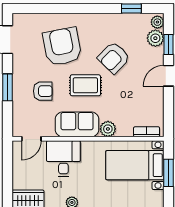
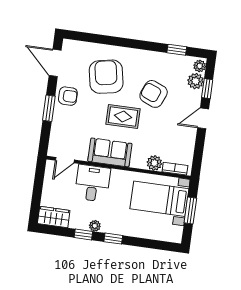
armchair: (114, 58) -> (154, 94), turned 68
armchair: (43, 91) -> (68, 96), moved
plant: (108, 129) -> (154, 163), moved

